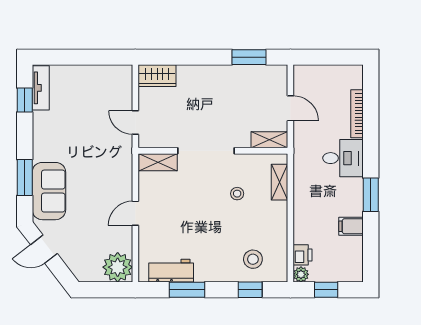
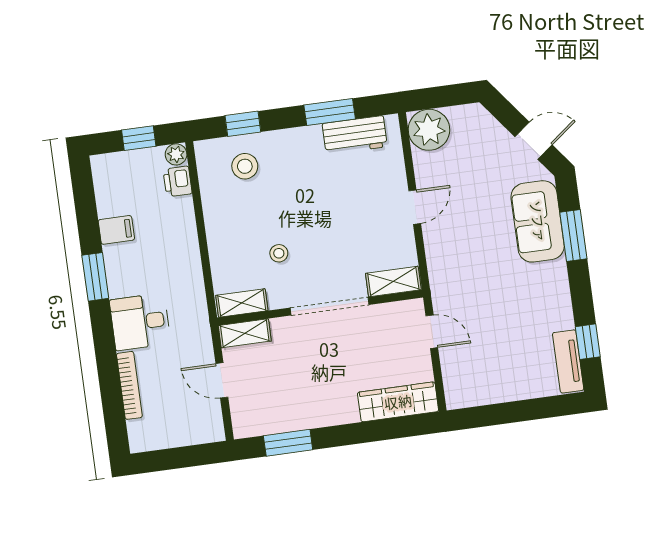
wardrobe: (157, 76) -> (398, 402), width x1.50
shelving: (279, 182) -> (242, 303), moved, turned 90

